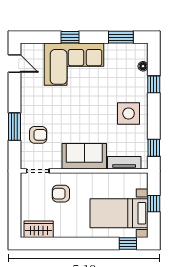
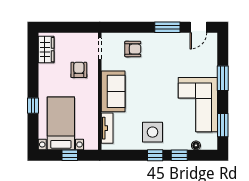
window: (70, 37) -> (223, 78), width x1.50
corner sofa: (74, 64) -> (198, 105), moved
window: (14, 127) -> (167, 27), moved
armchair: (38, 135) -> (133, 49), turned -90
window: (154, 148) -> (155, 155), moved
window: (128, 243) -> (33, 106), moved

